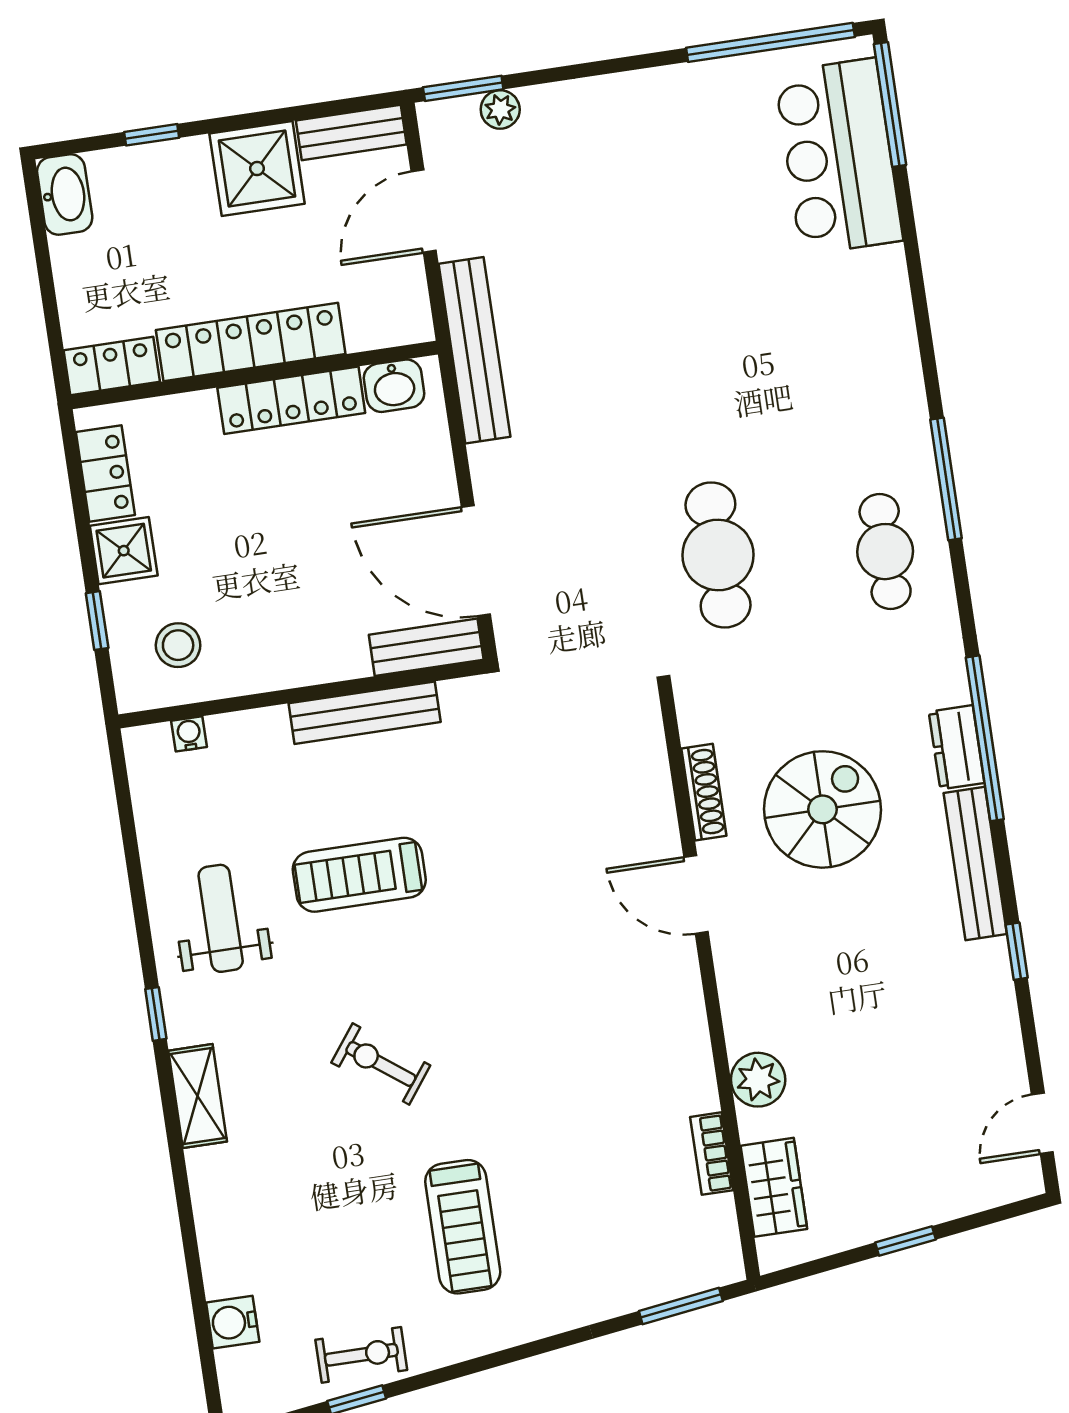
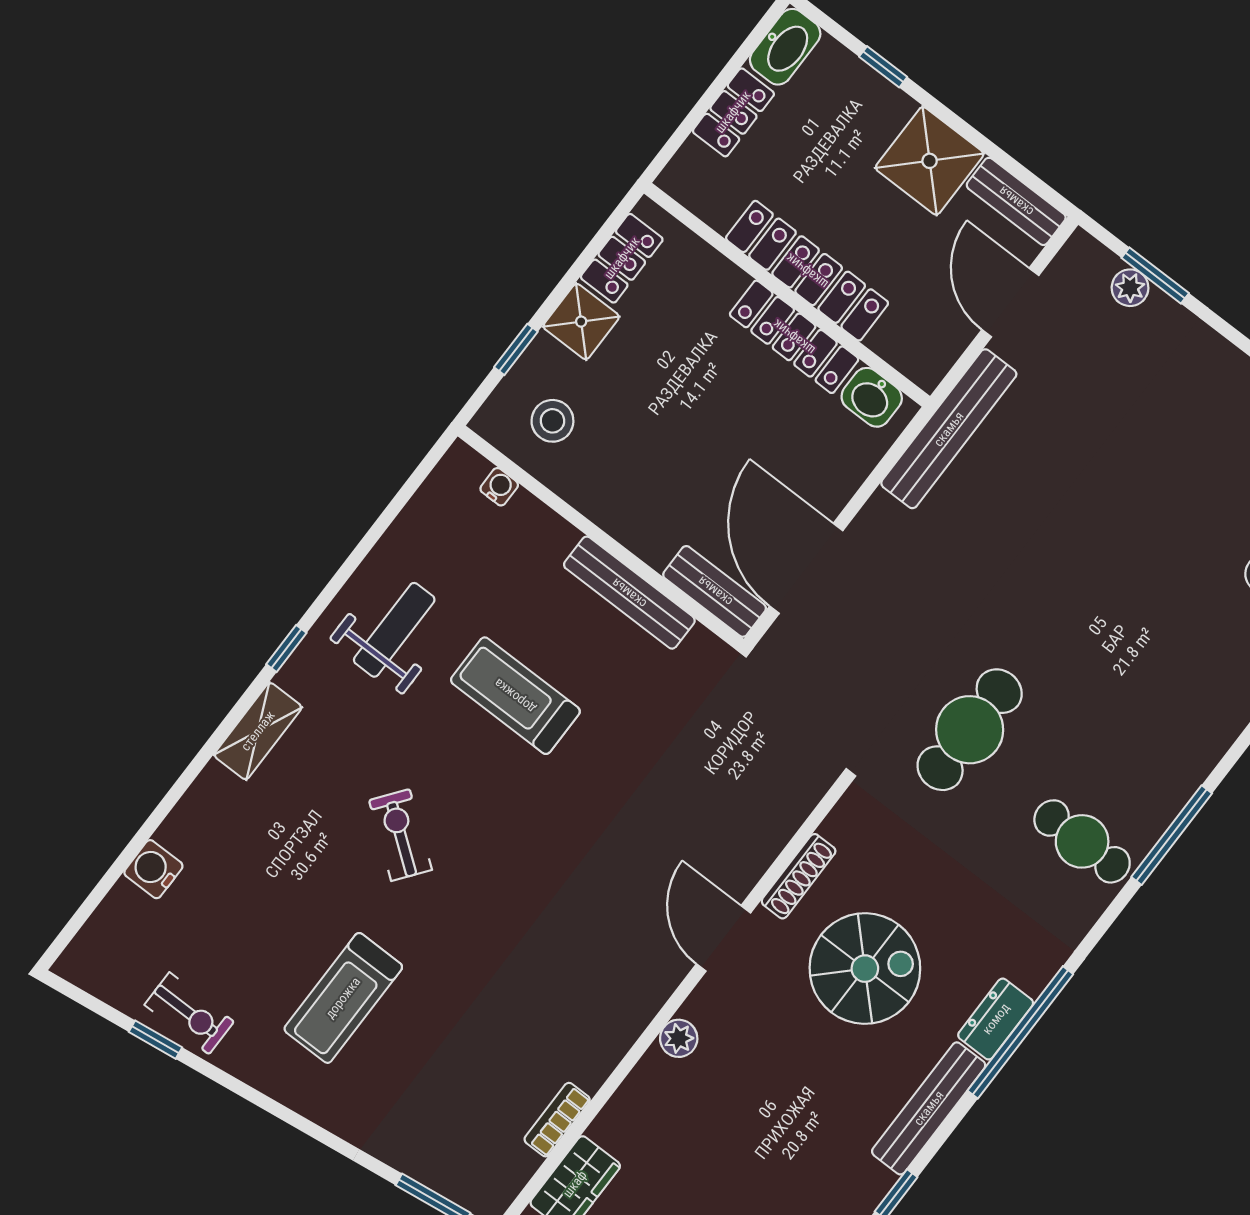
window: (463, 88) -> (1155, 276), moved
door: (424, 211) -> (1010, 302), hinge flipped
locker: (112, 366) -> (733, 112), moved, turned 90
cafe table: (885, 552) -> (1082, 841), turned 90
plant: (758, 1080) -> (679, 1038), moved, width x0.73, depth x0.73
water cooler: (233, 1322) -> (153, 869), moved

